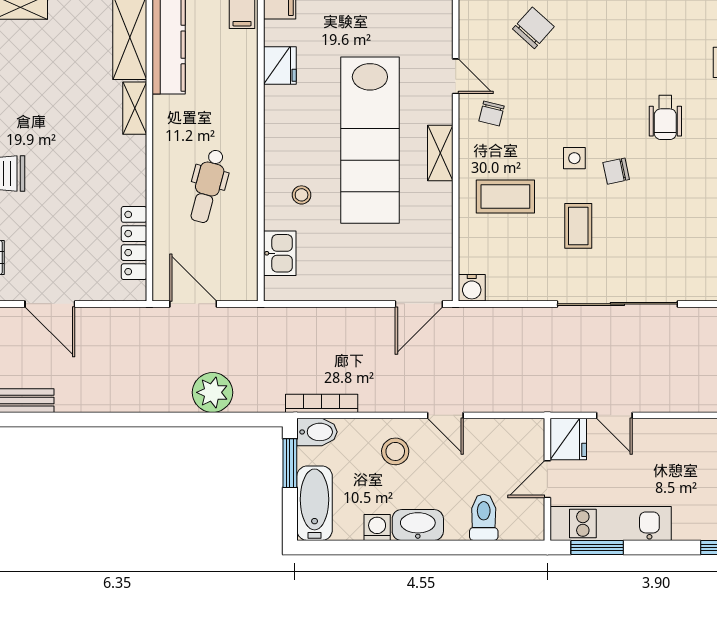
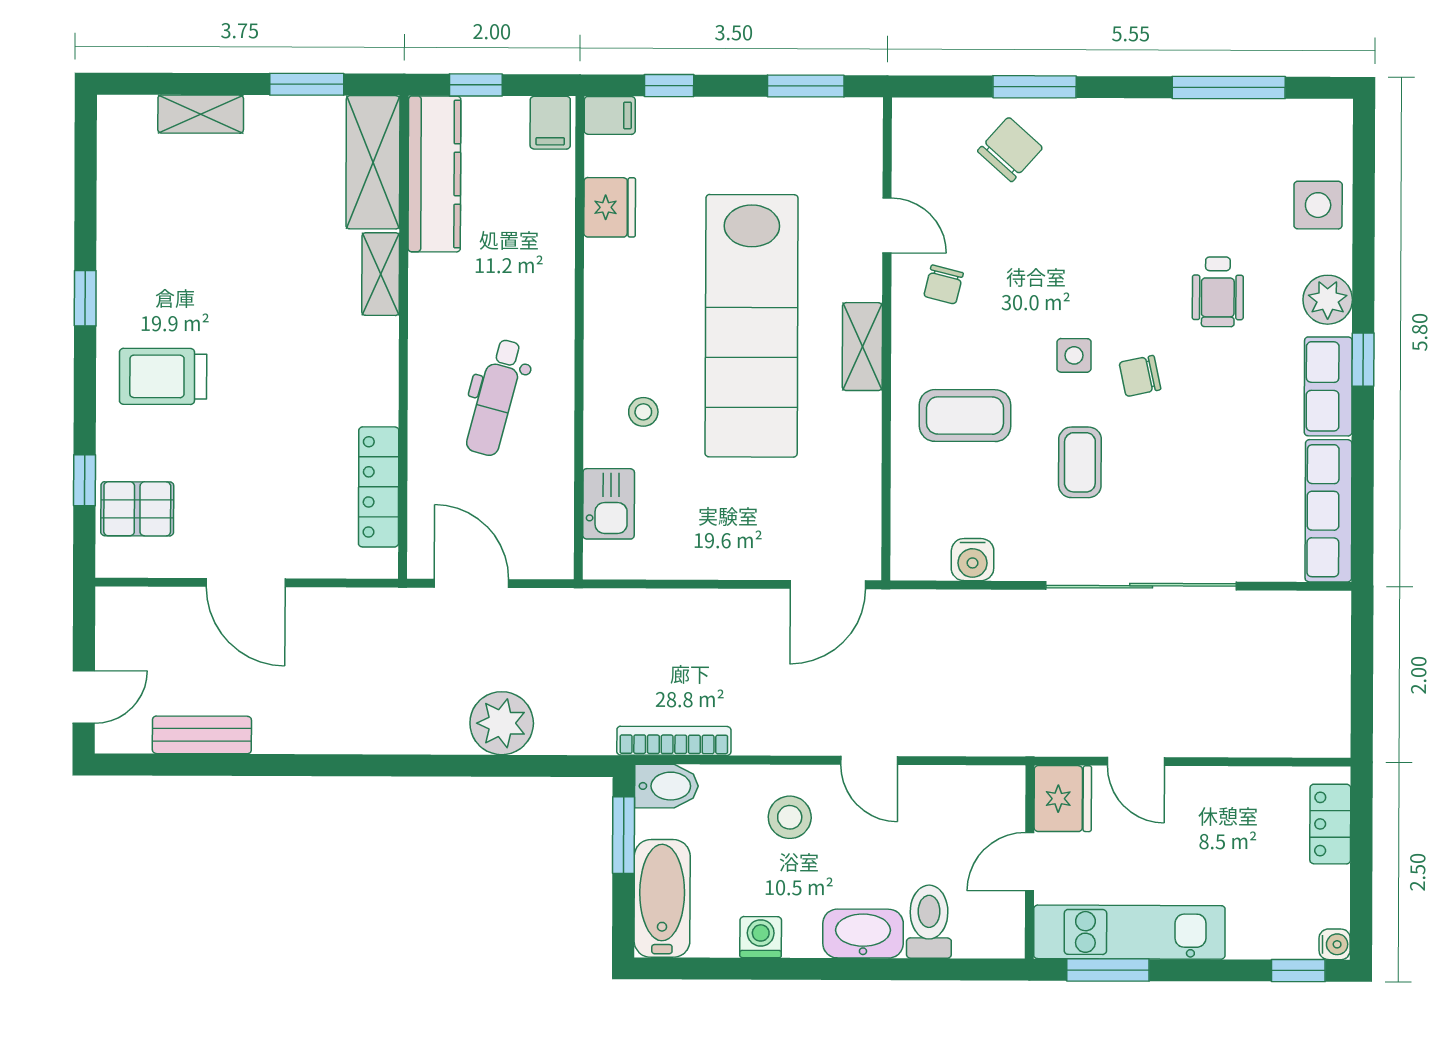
water cooler: (472, 288) -> (973, 560), moved
washbasin: (418, 525) -> (863, 934), moved

